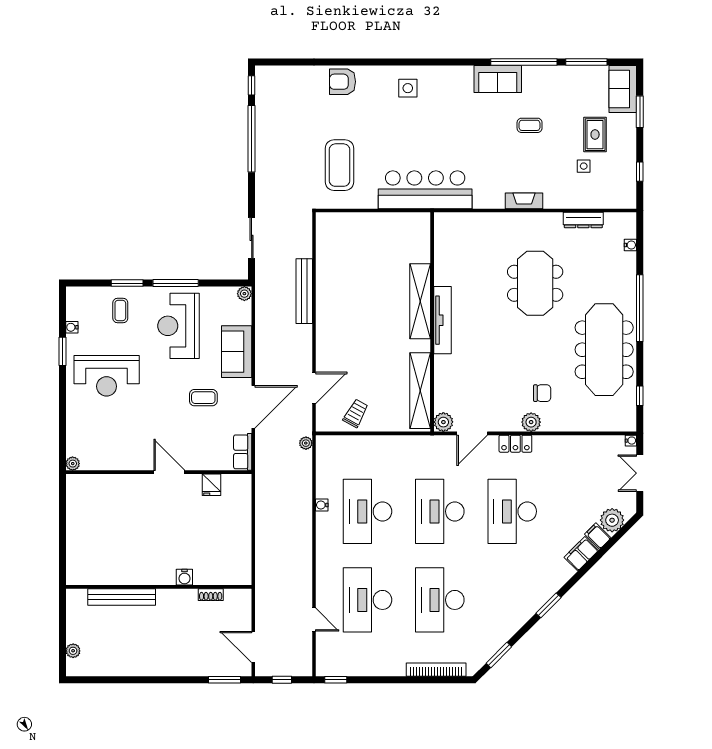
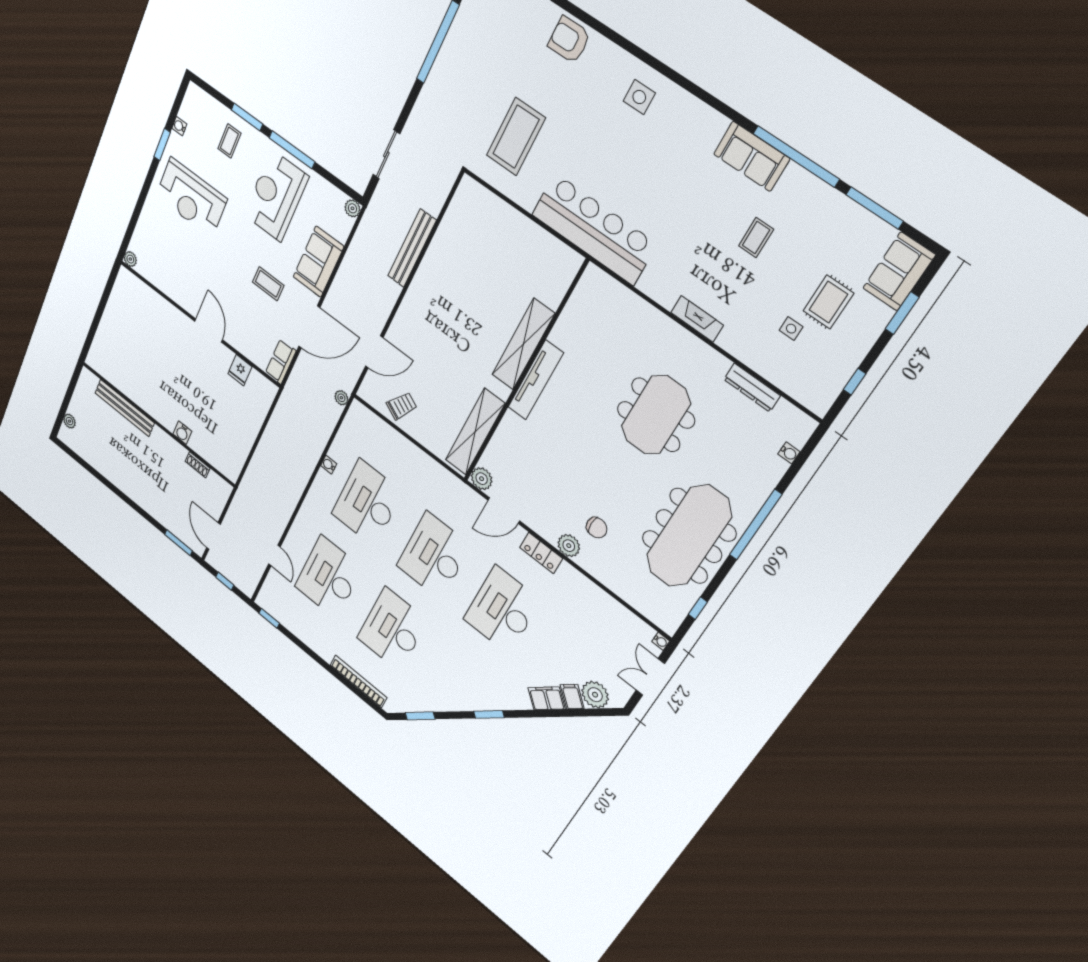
coffee table: (530, 125) -> (756, 238), turned 90

